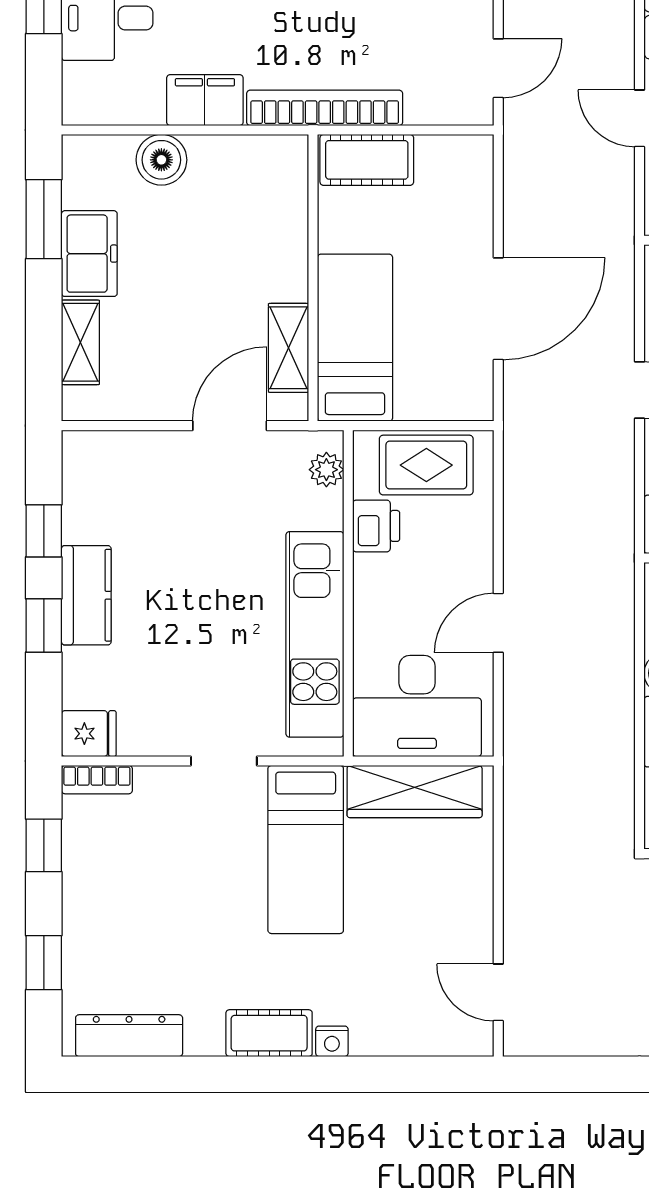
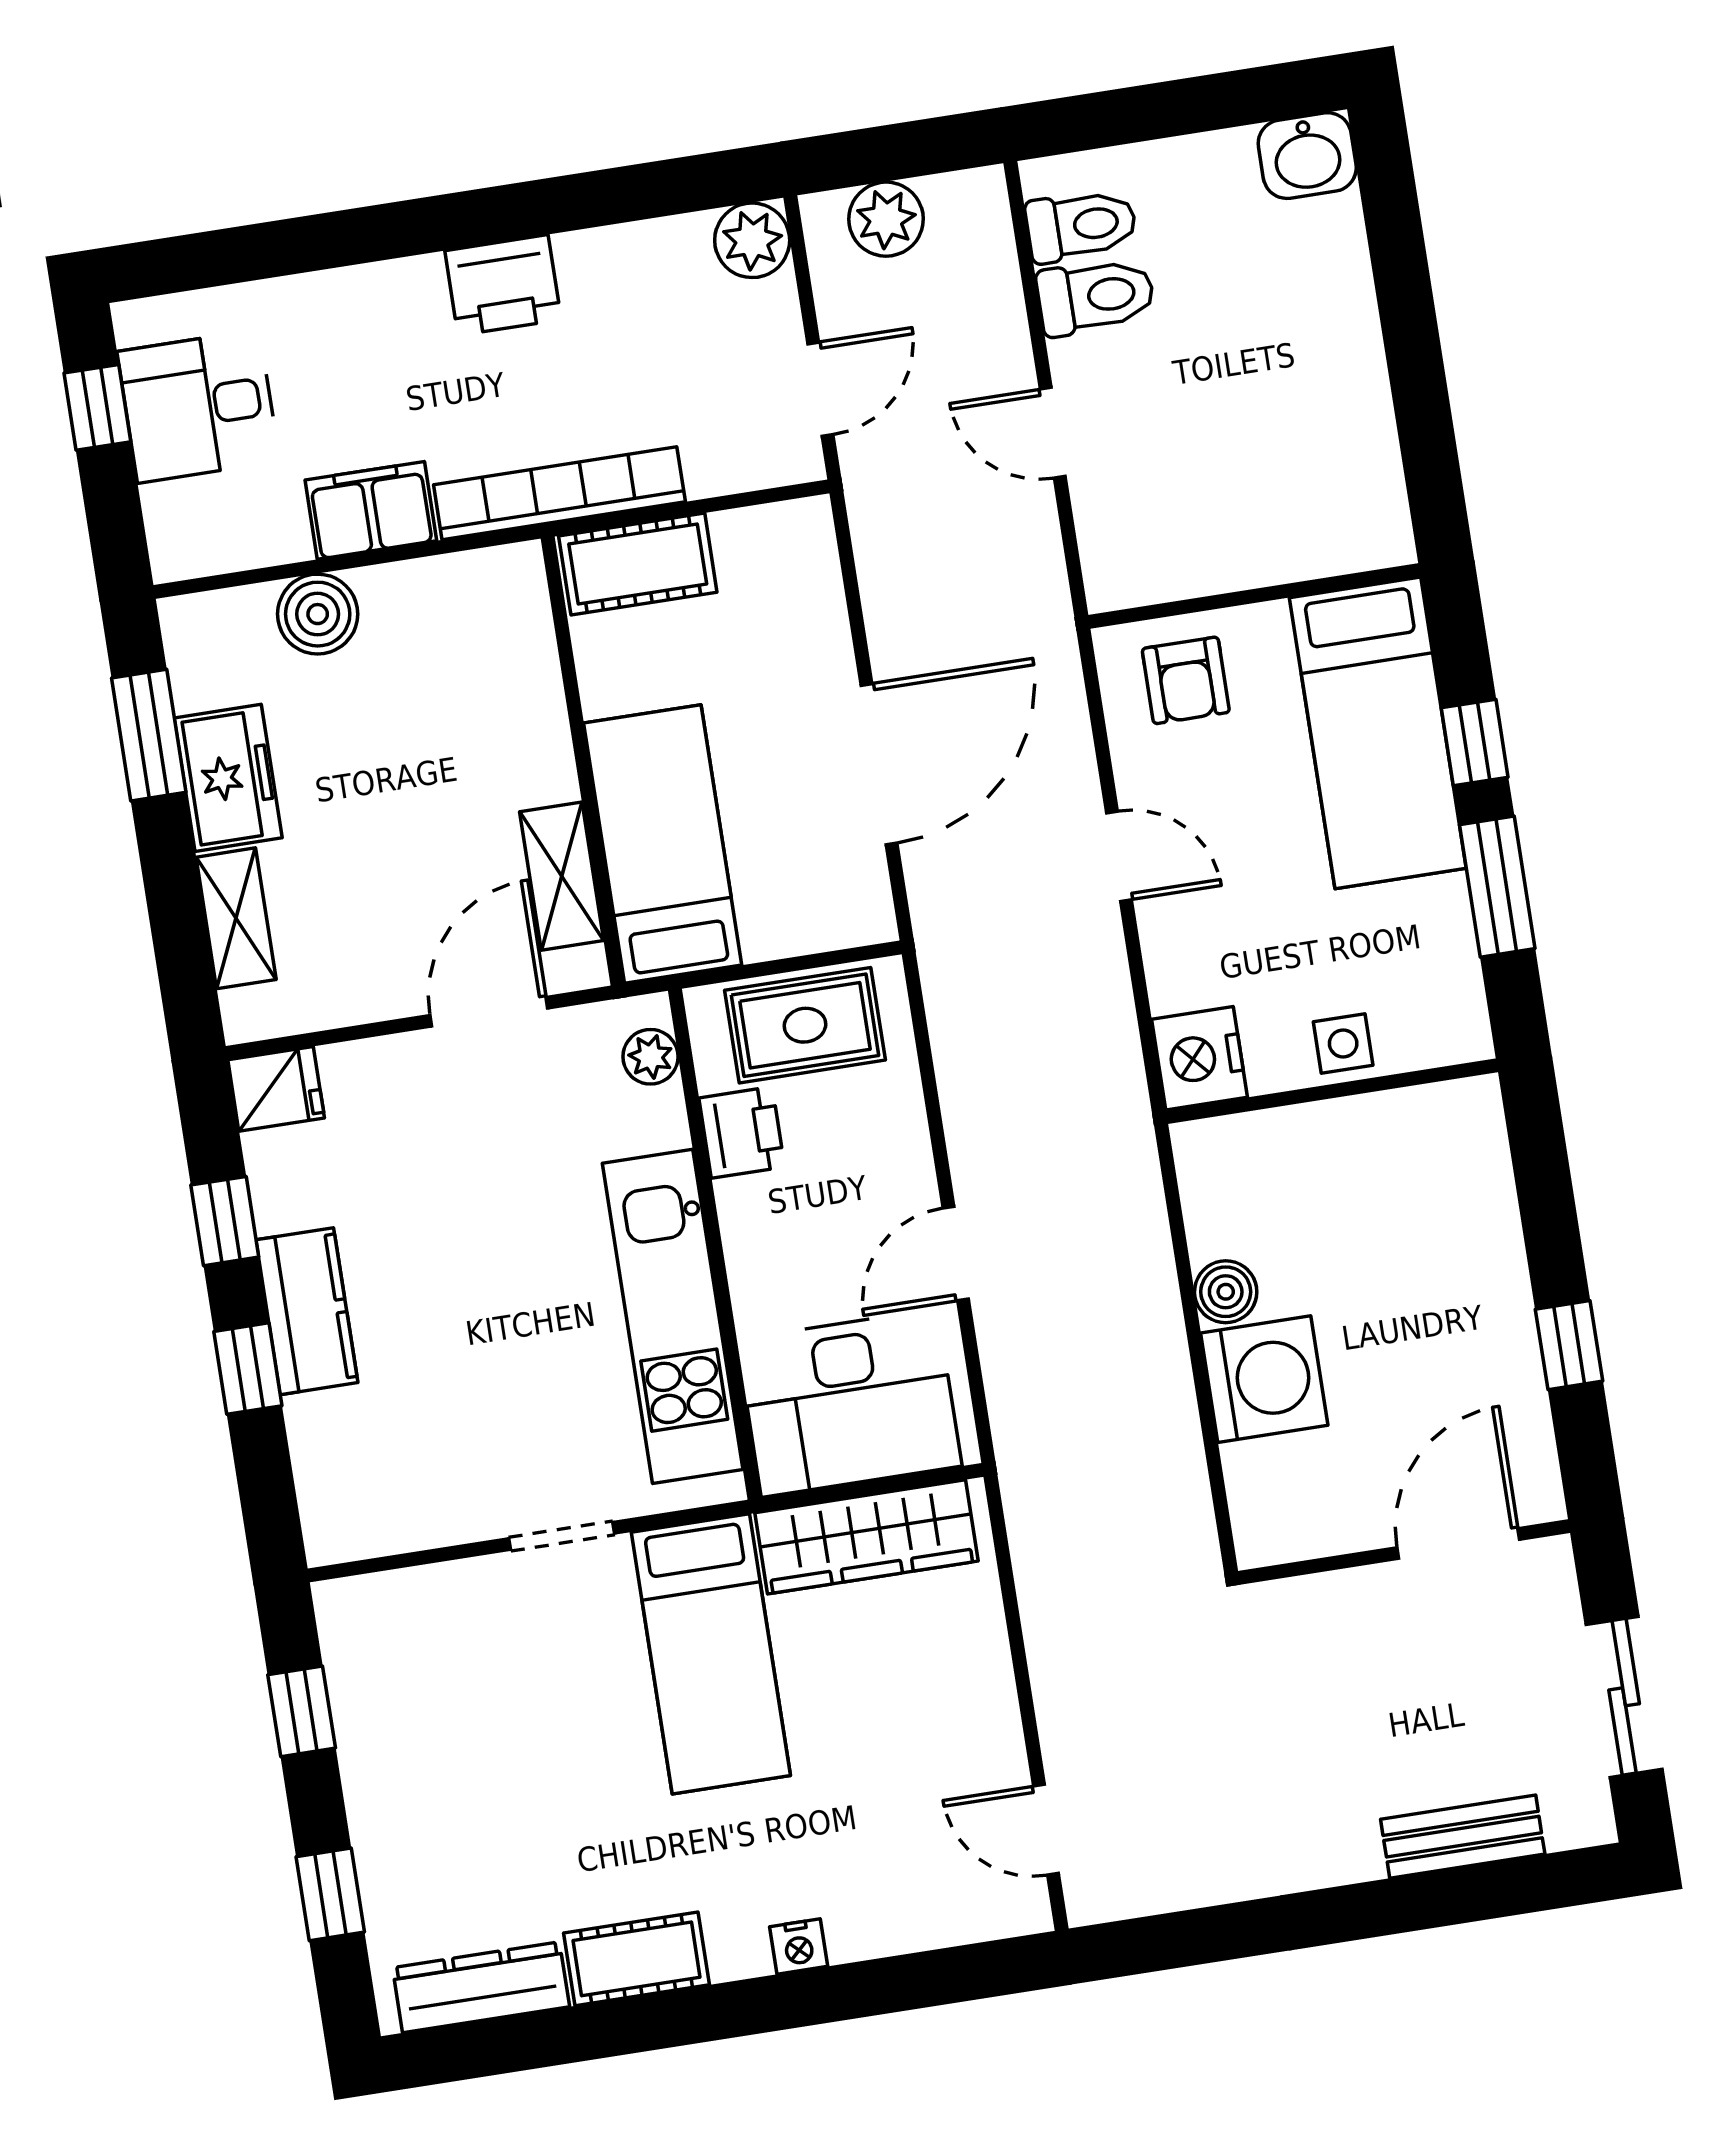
fridge: (89, 734) -> (276, 1089), moved
bookcase: (97, 780) -> (368, 1596), removed
cot: (269, 1033) -> (636, 1959), moved

